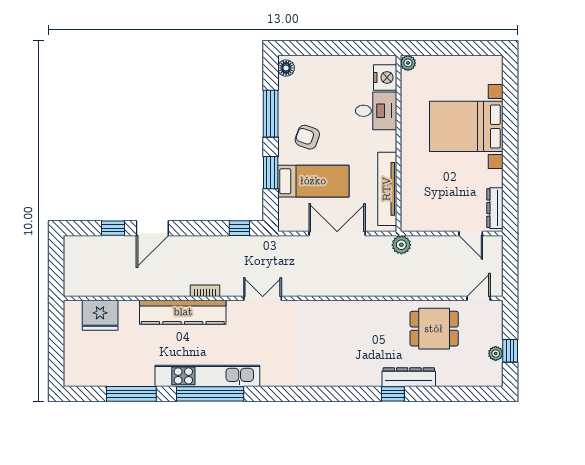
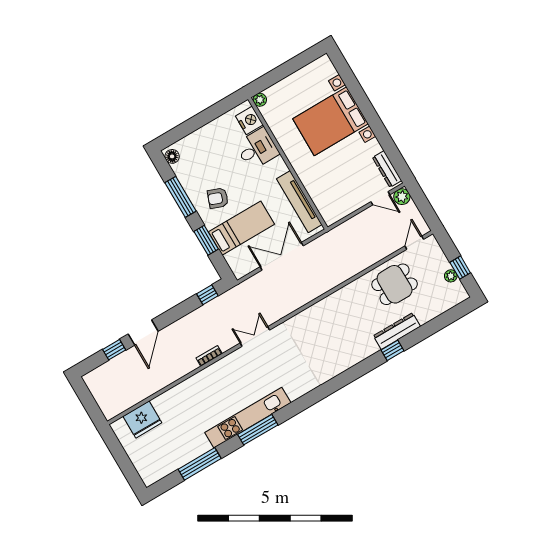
plant: (401, 245) -> (402, 197), moved
kitchen counter: (183, 312) -> (202, 381), removed
window: (210, 394) -> (258, 430), width x0.68

